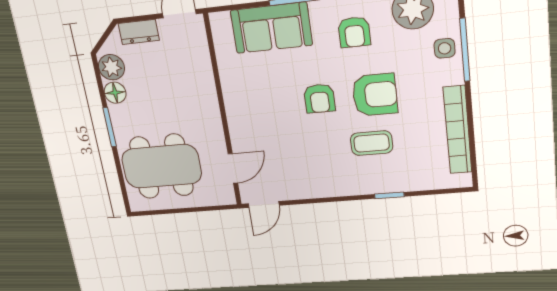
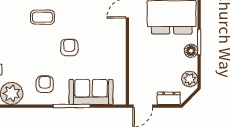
floor lamp: (115, 93) -> (191, 51), moved
armchair: (375, 95) -> (37, 46), removed

